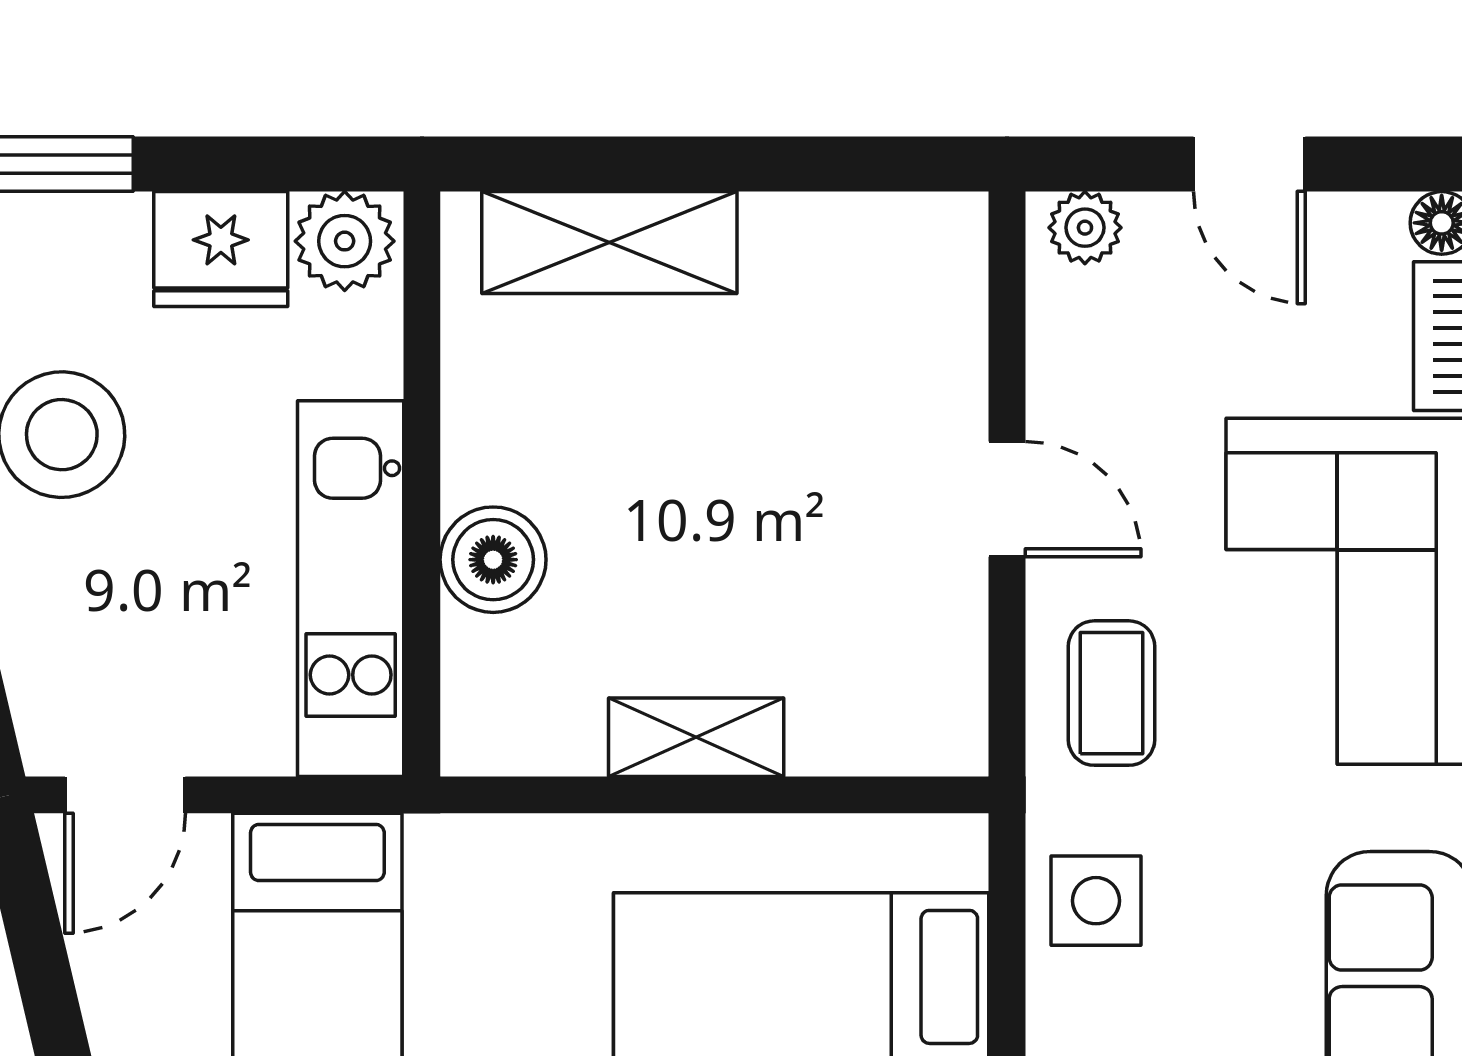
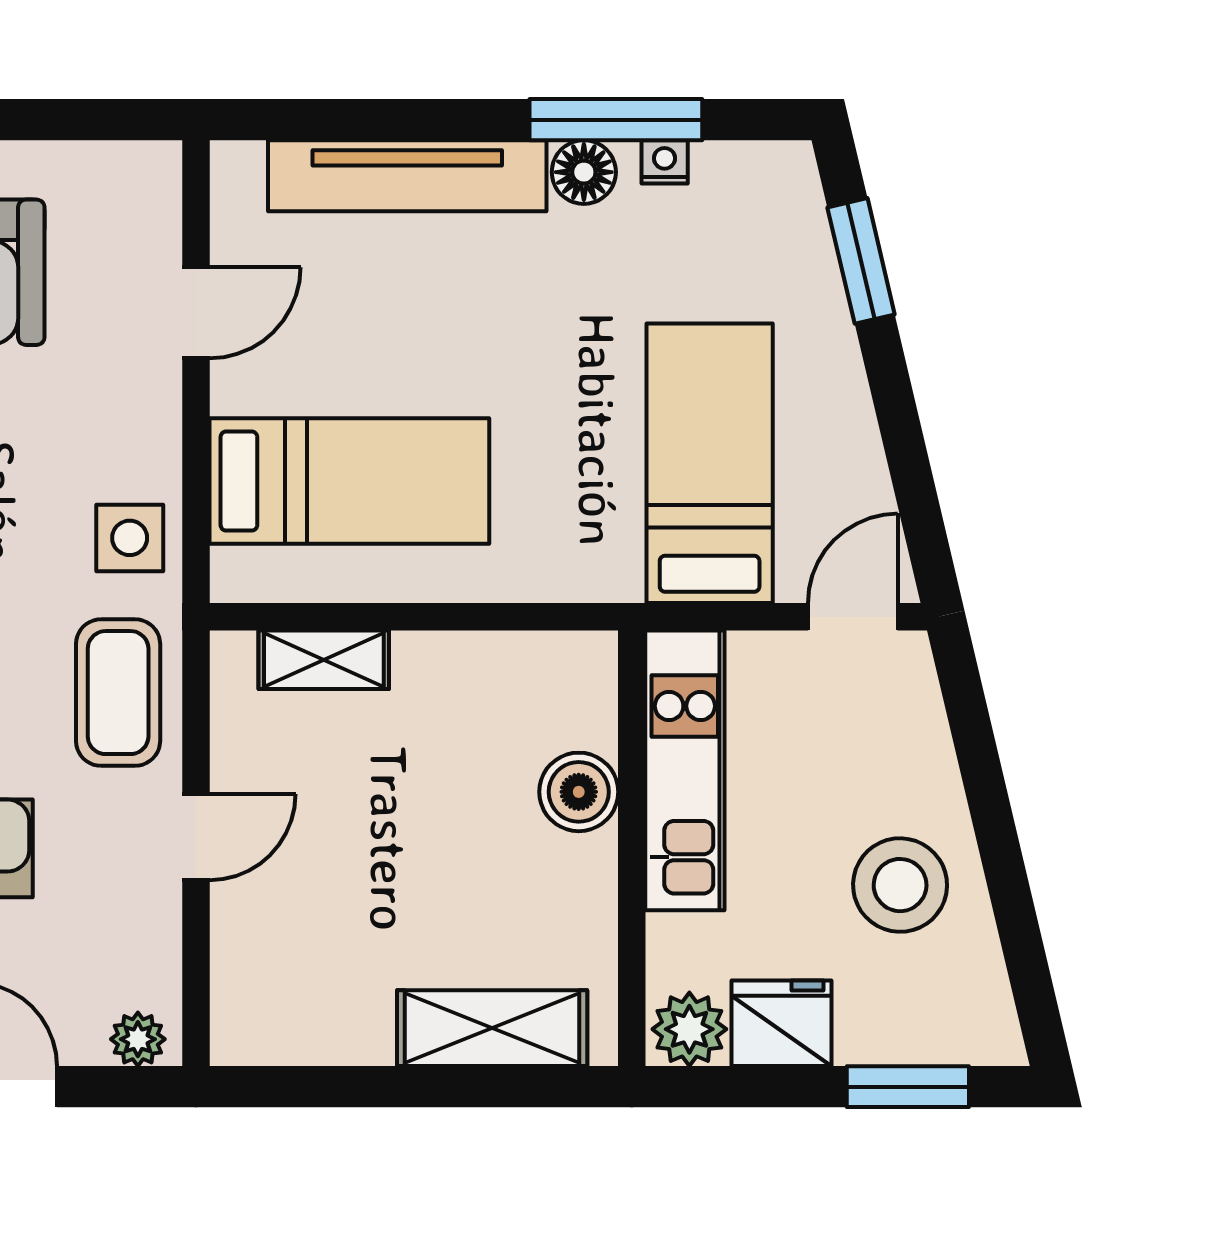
door: (1007, 499) -> (196, 837), swing flipped
coffee table: (1112, 693) -> (118, 693), width x1.36, depth x1.30
shelving: (696, 737) -> (324, 660), moved

